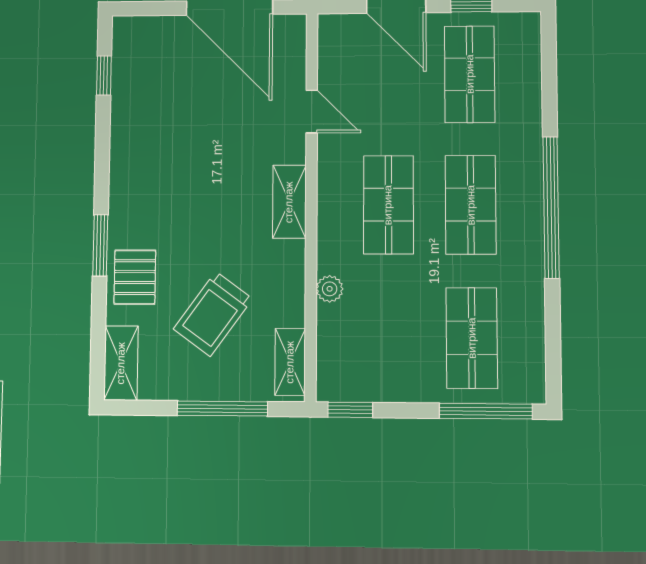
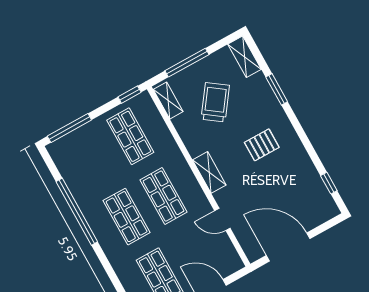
window: (551, 207) -> (77, 212), moved
window: (100, 245) -> (277, 89), moved
pallet: (135, 277) -> (262, 145), moved, turned 90
plant: (330, 289) -> (169, 143), removed
shop shelf: (472, 338) -> (130, 136), moved

